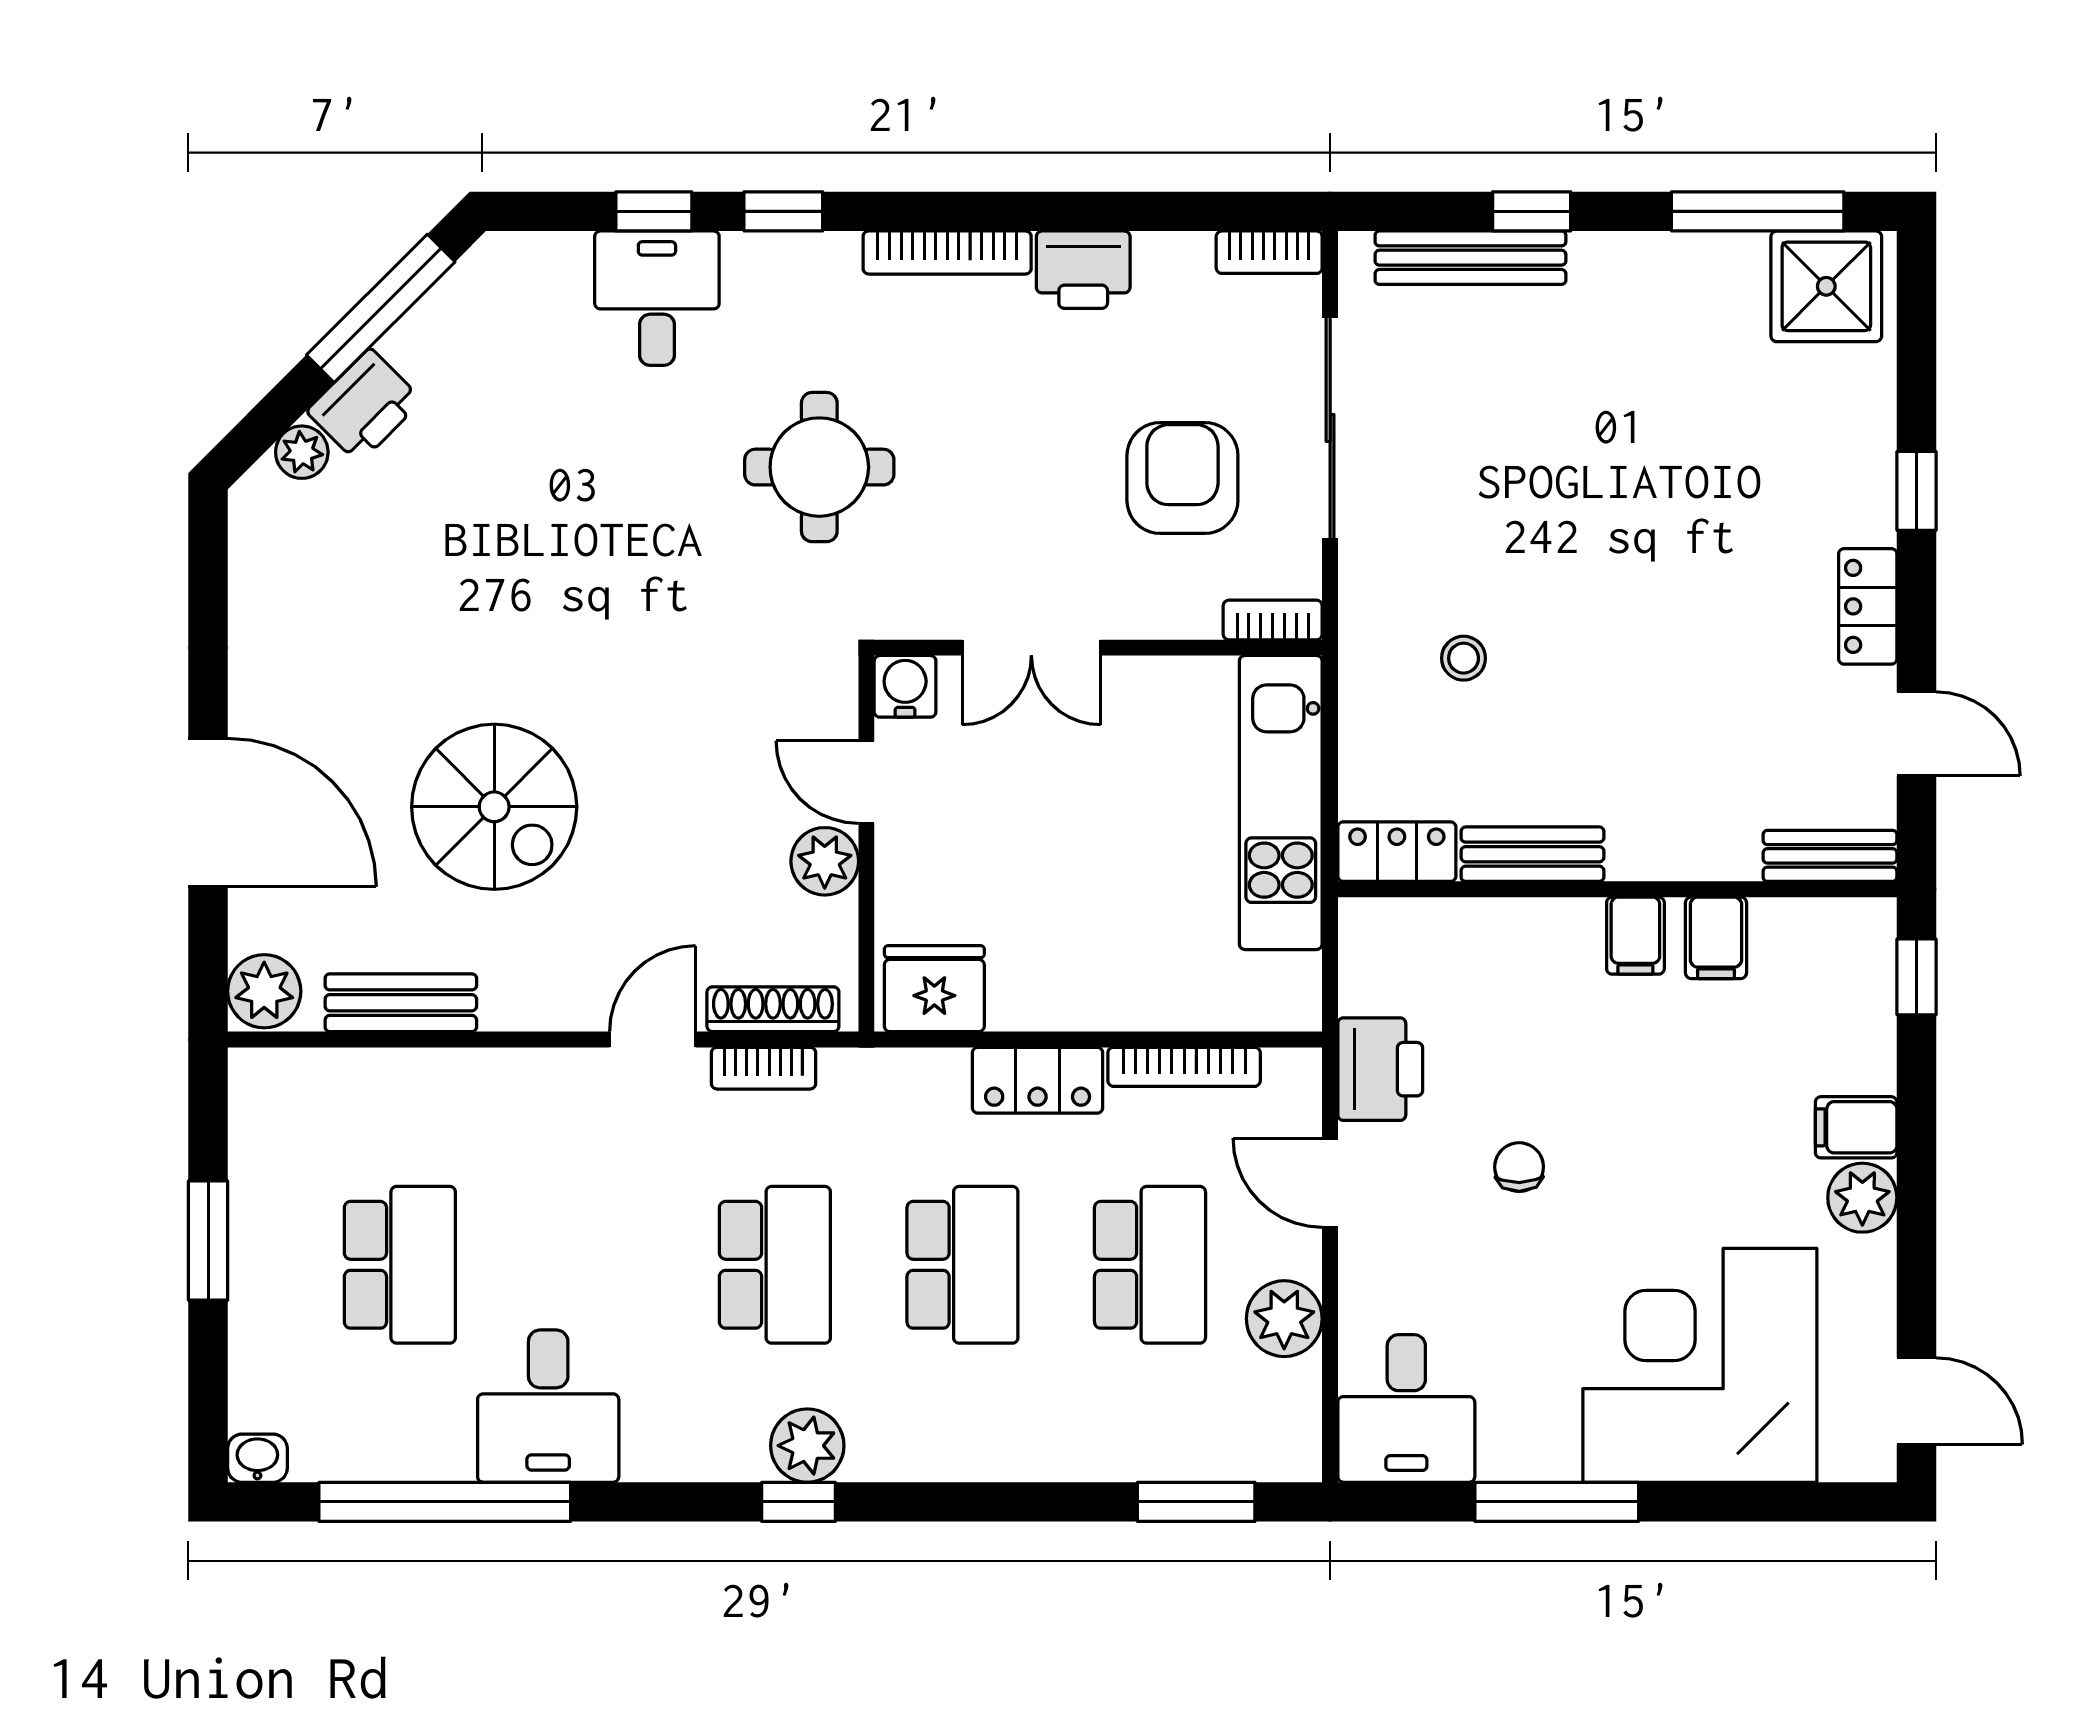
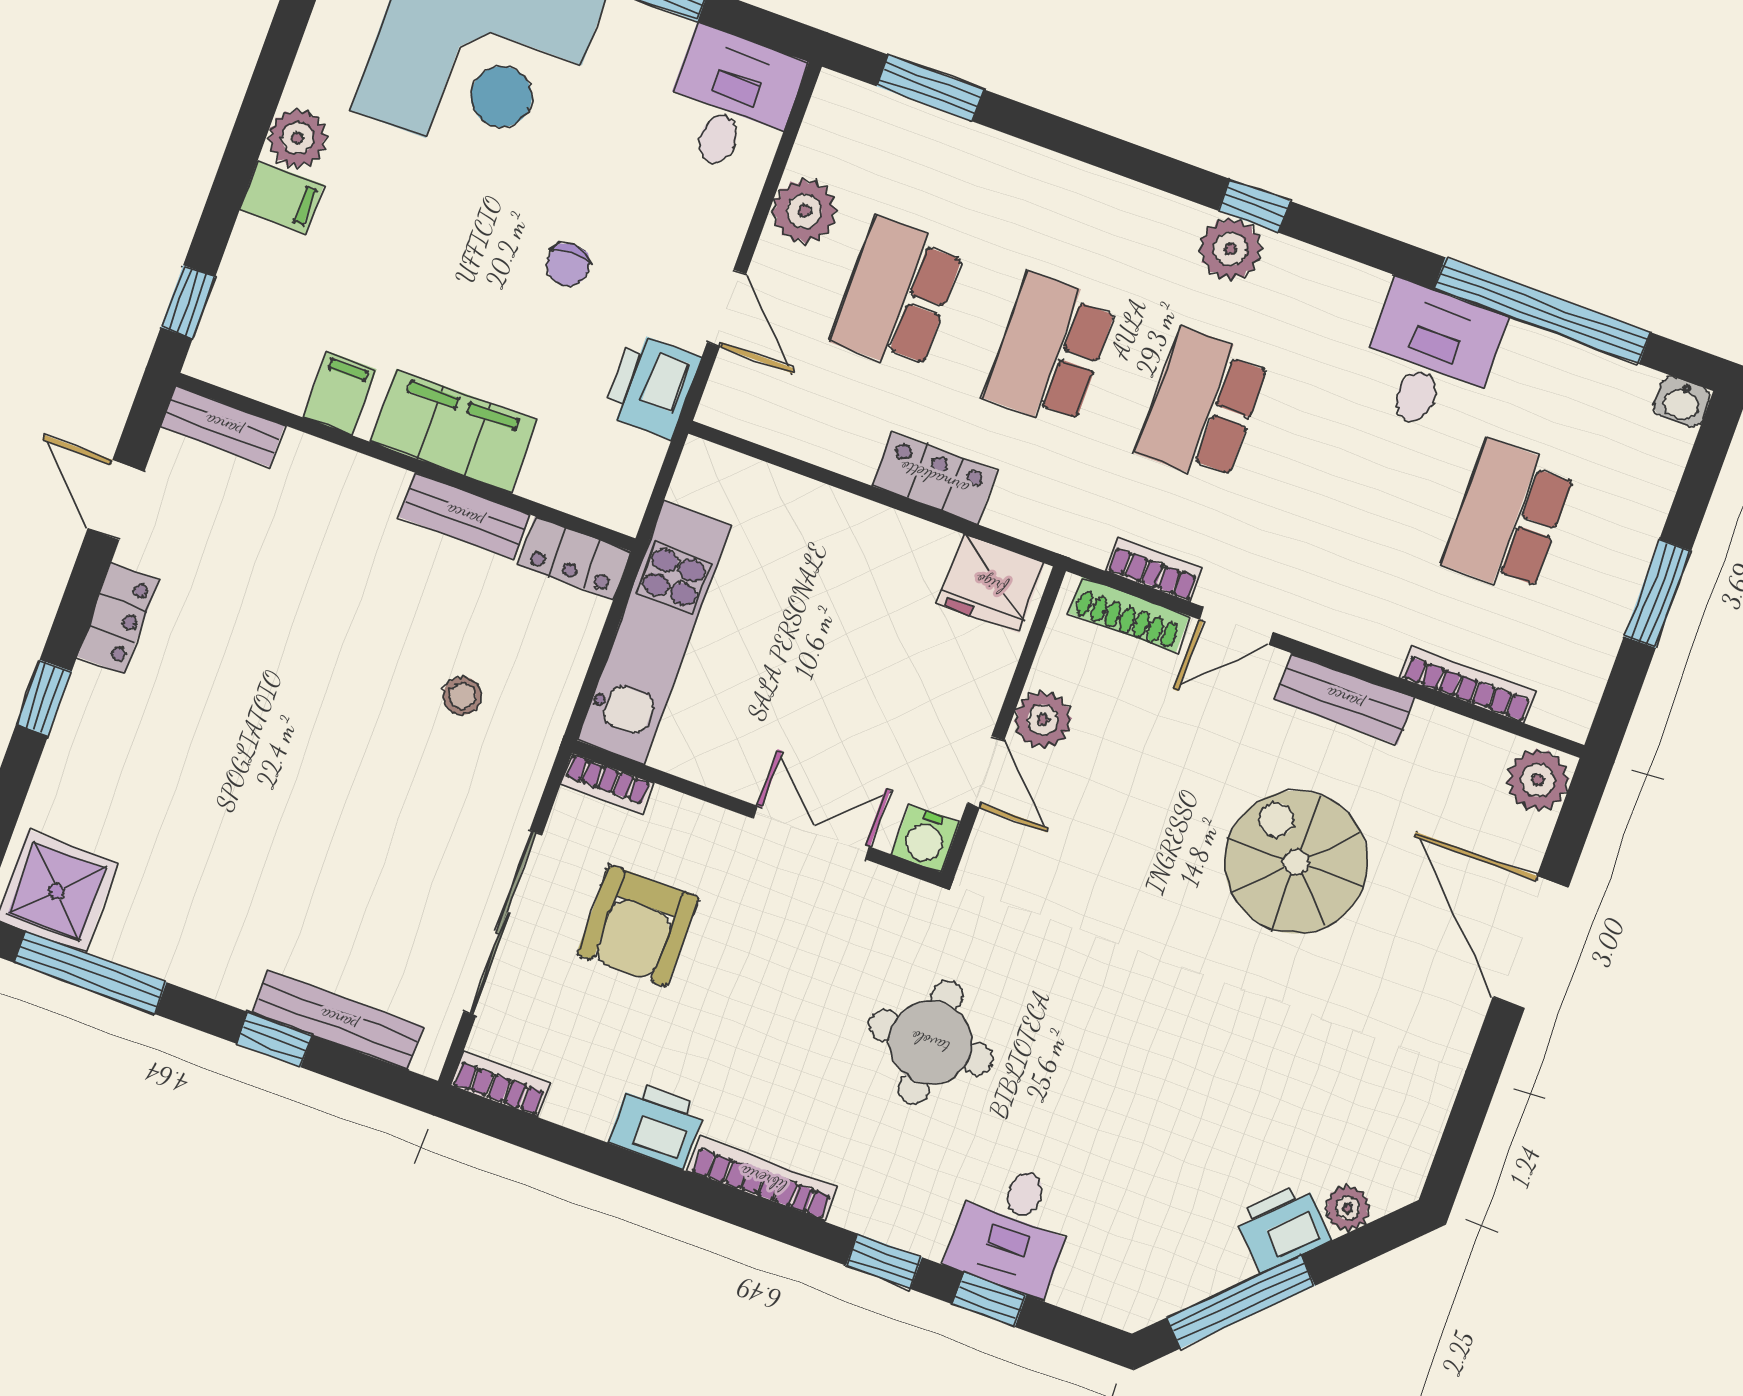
filing cabinet: (1635, 936) -> (454, 431), width x3.00, depth x1.17
bench: (401, 1003) -> (1344, 699), moved
bookcase: (1184, 1067) -> (1468, 685), moved

